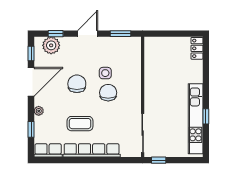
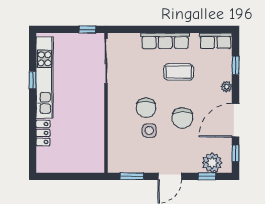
locker: (197, 48) -> (43, 133), moved
row of seats: (92, 150) -> (165, 41), width x0.73

